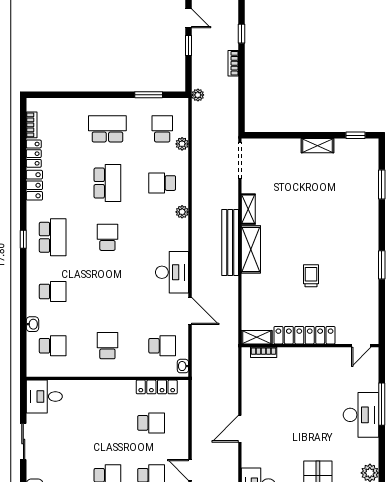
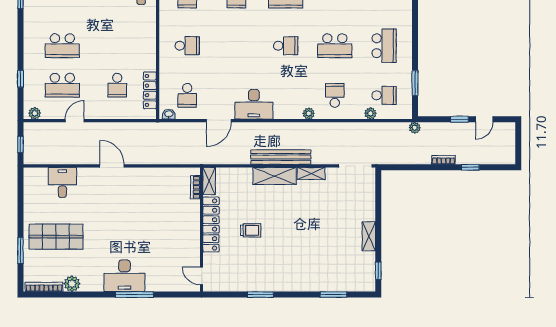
locker: (304, 335) -> (211, 224), moved
shelving: (257, 337) -> (209, 181), moved
wall: (310, 346) -> (201, 230), moved
door: (361, 346) -> (201, 276), moved
bookcase: (264, 352) -> (195, 187), moved

